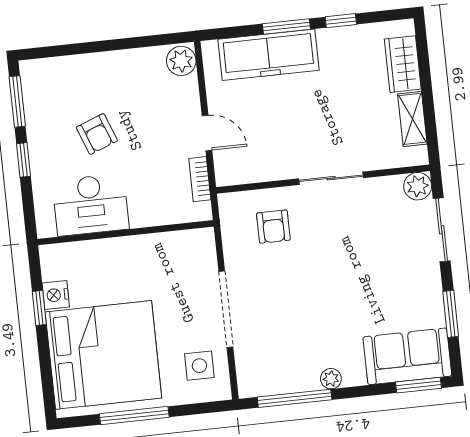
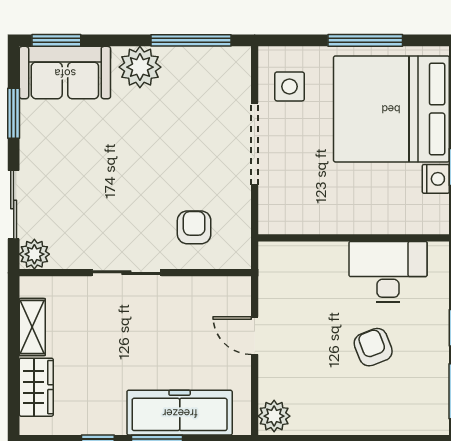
bookcase: (200, 179) -> (268, 287), removed
plant: (331, 379) -> (140, 67), width x1.88, depth x1.88

